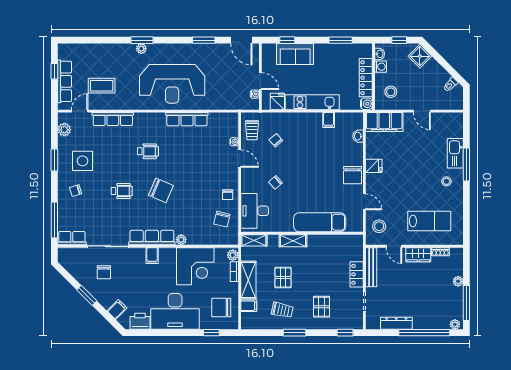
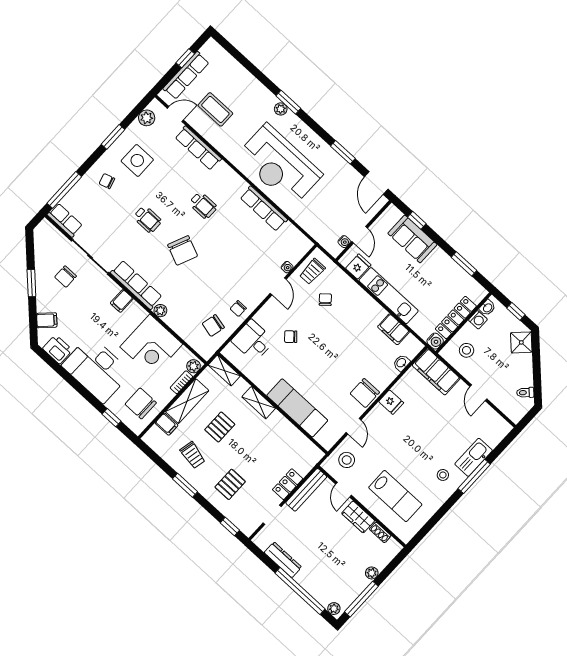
filing cabinet: (329, 120) -> (393, 329), width x2.00
desk: (255, 211) -> (253, 341), width x0.73

